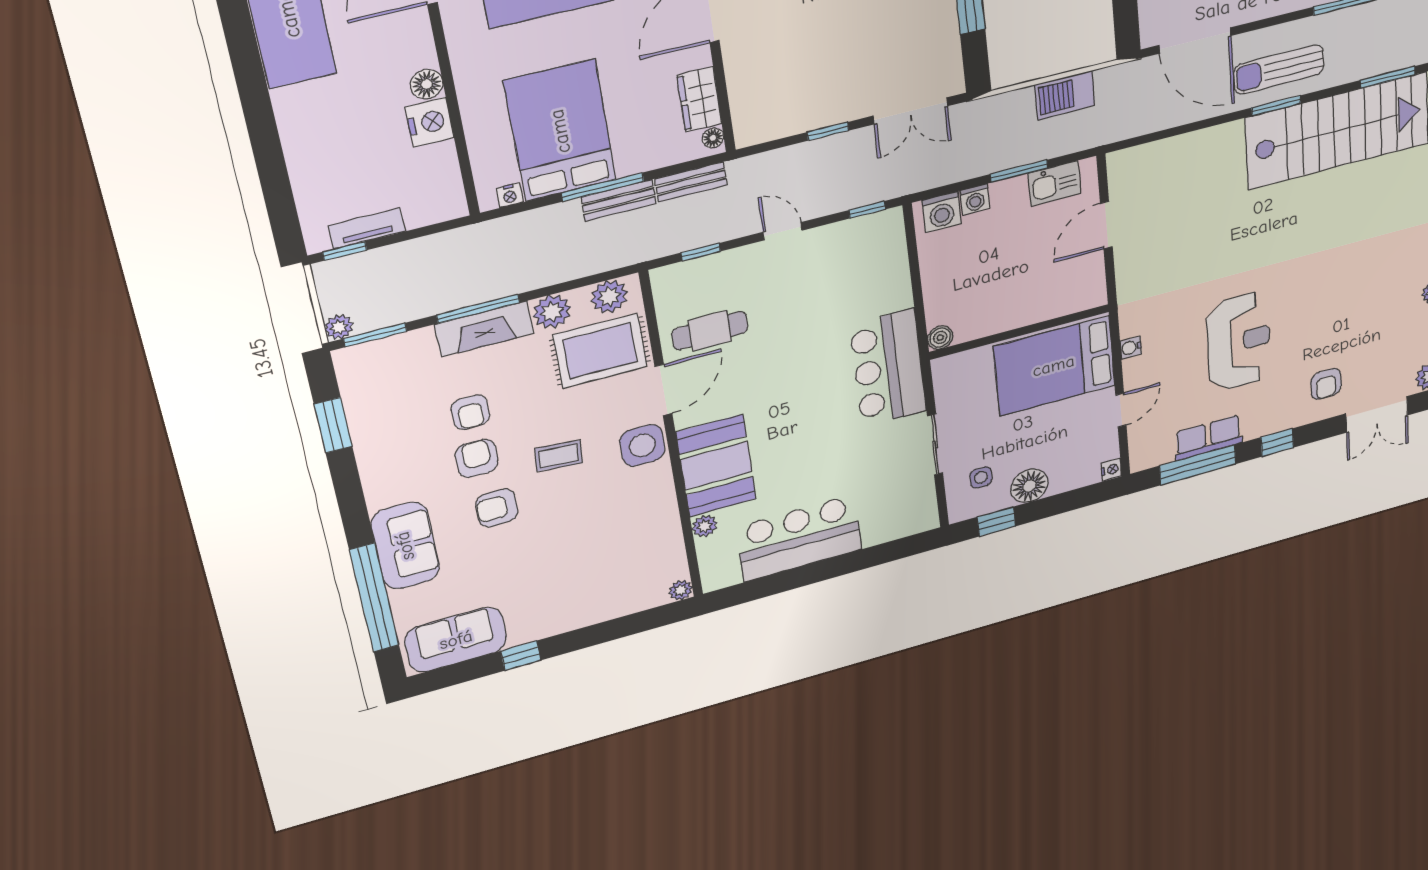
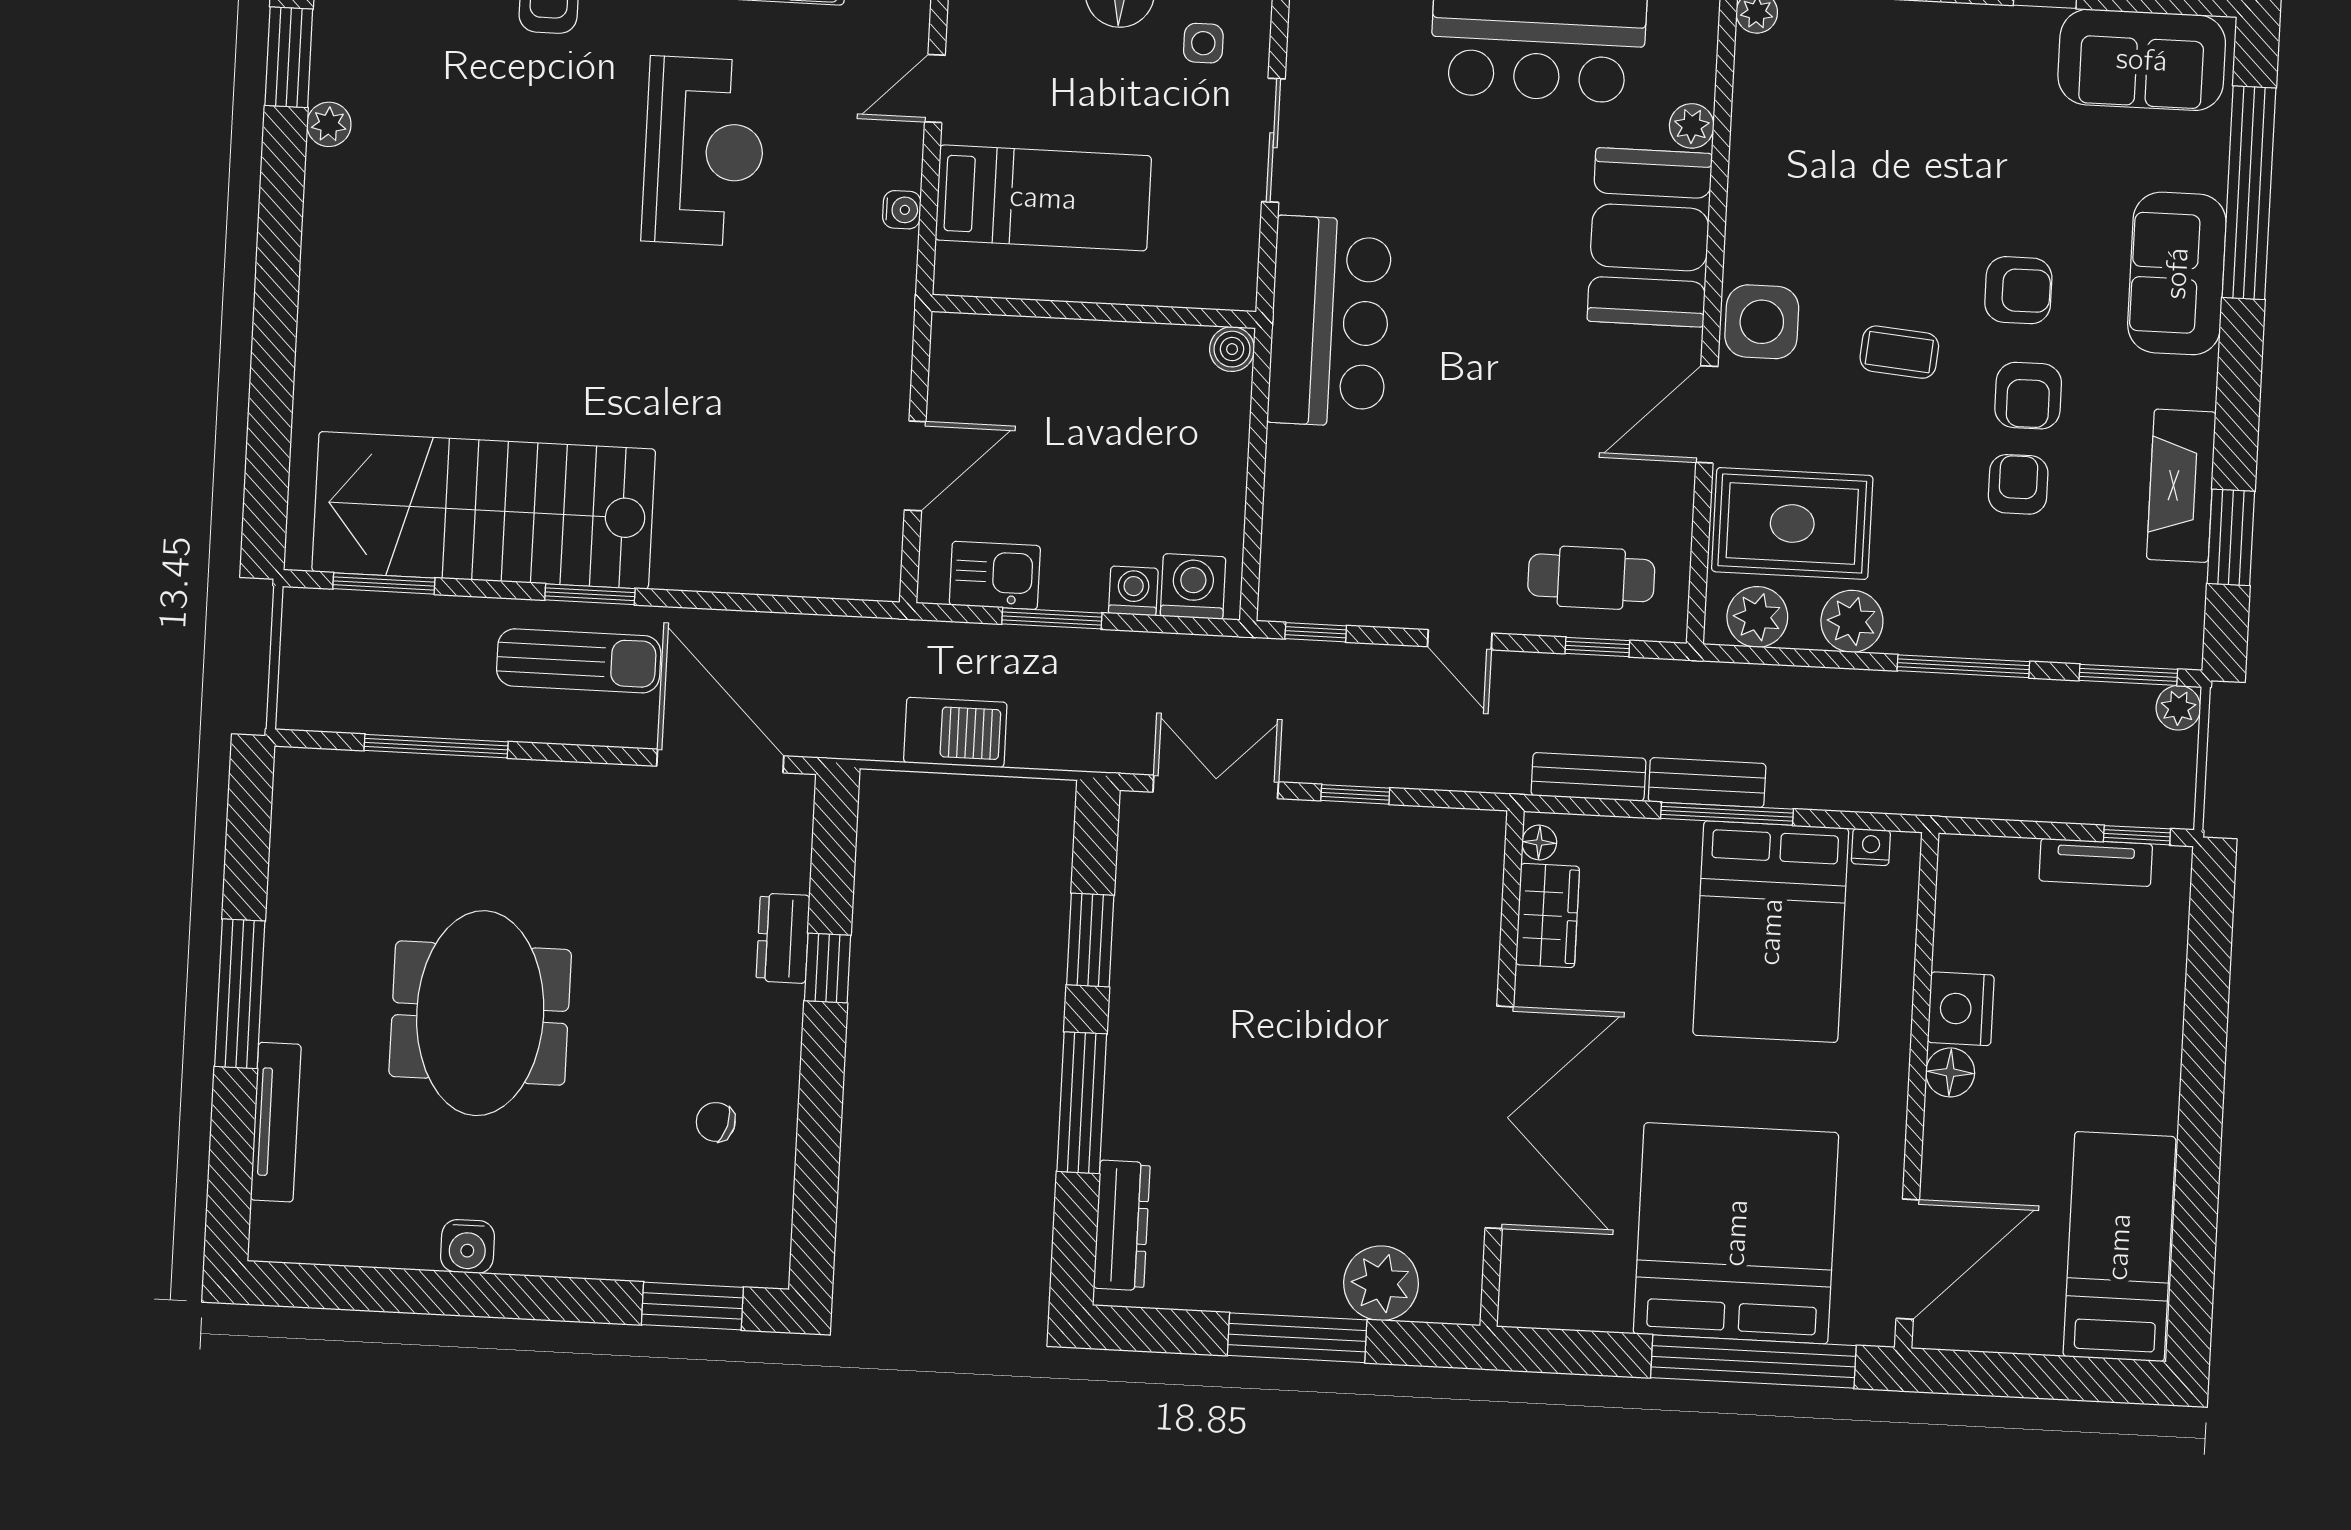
fireplace: (484, 329) -> (2181, 486), moved, turned -90
cafe table: (710, 331) -> (1591, 578), moved
reception desk: (1239, 342) -> (704, 151), turned 180
bed: (1054, 366) -> (1043, 198), width x0.67

